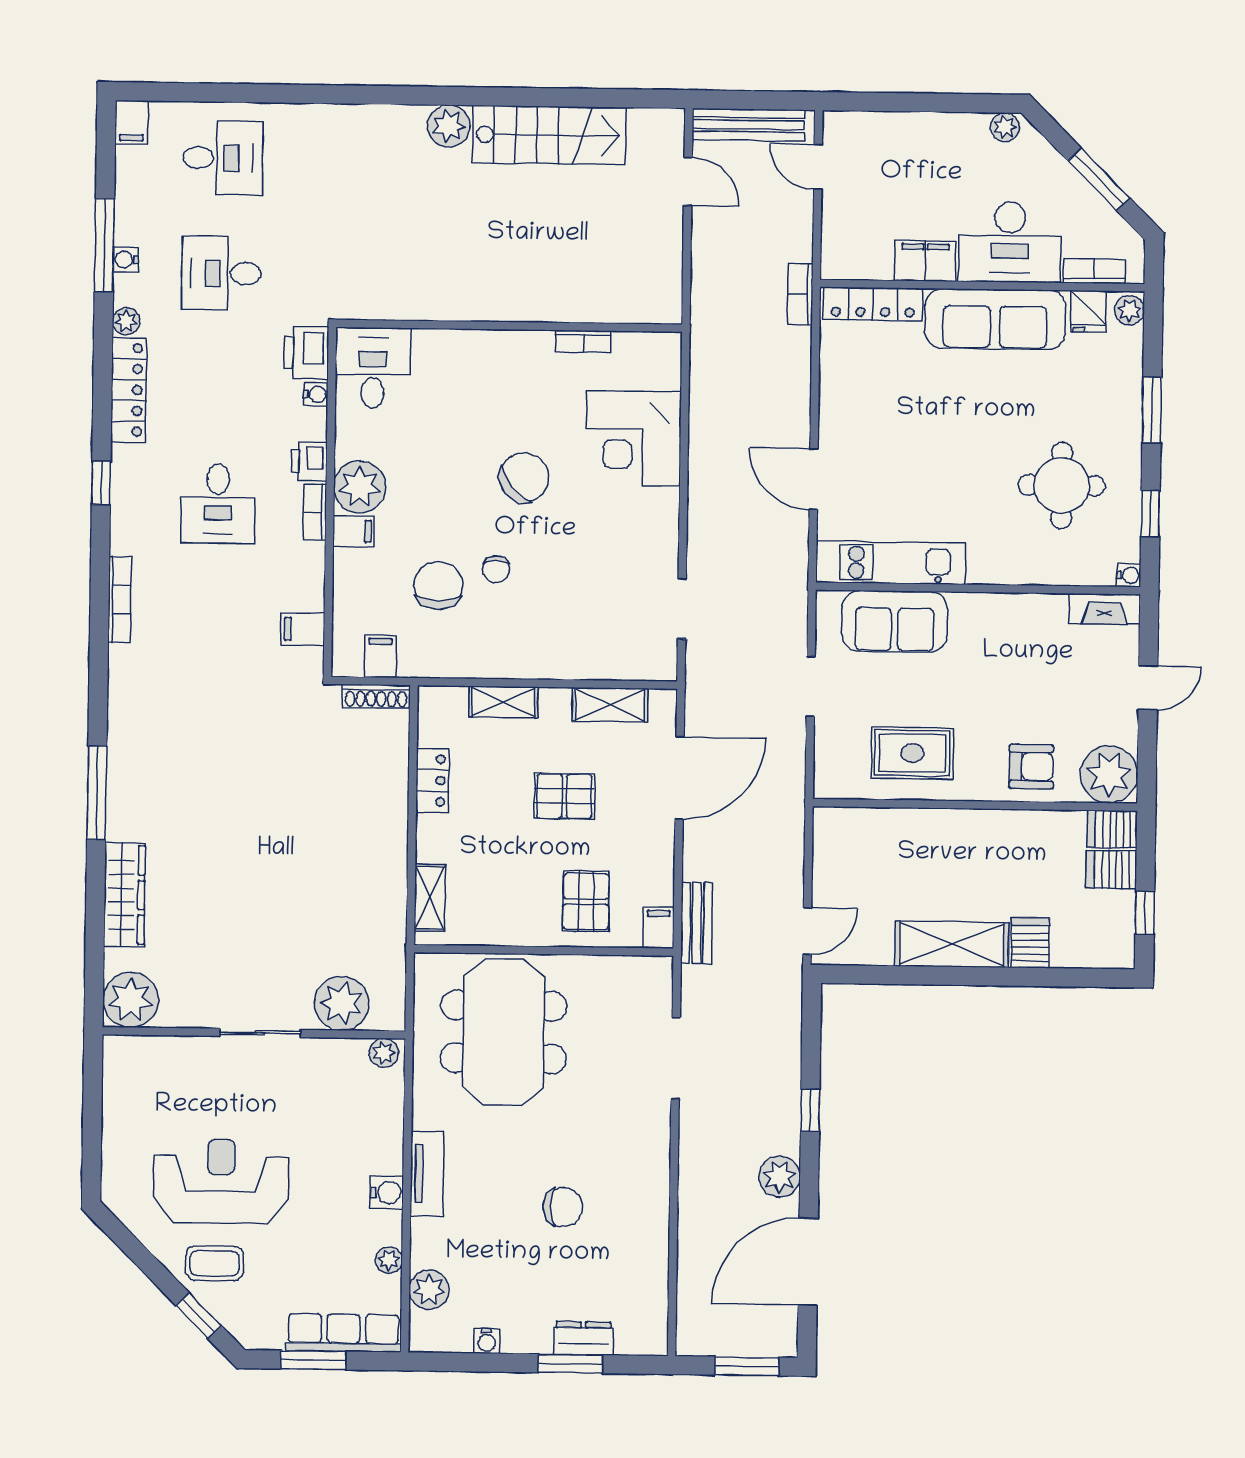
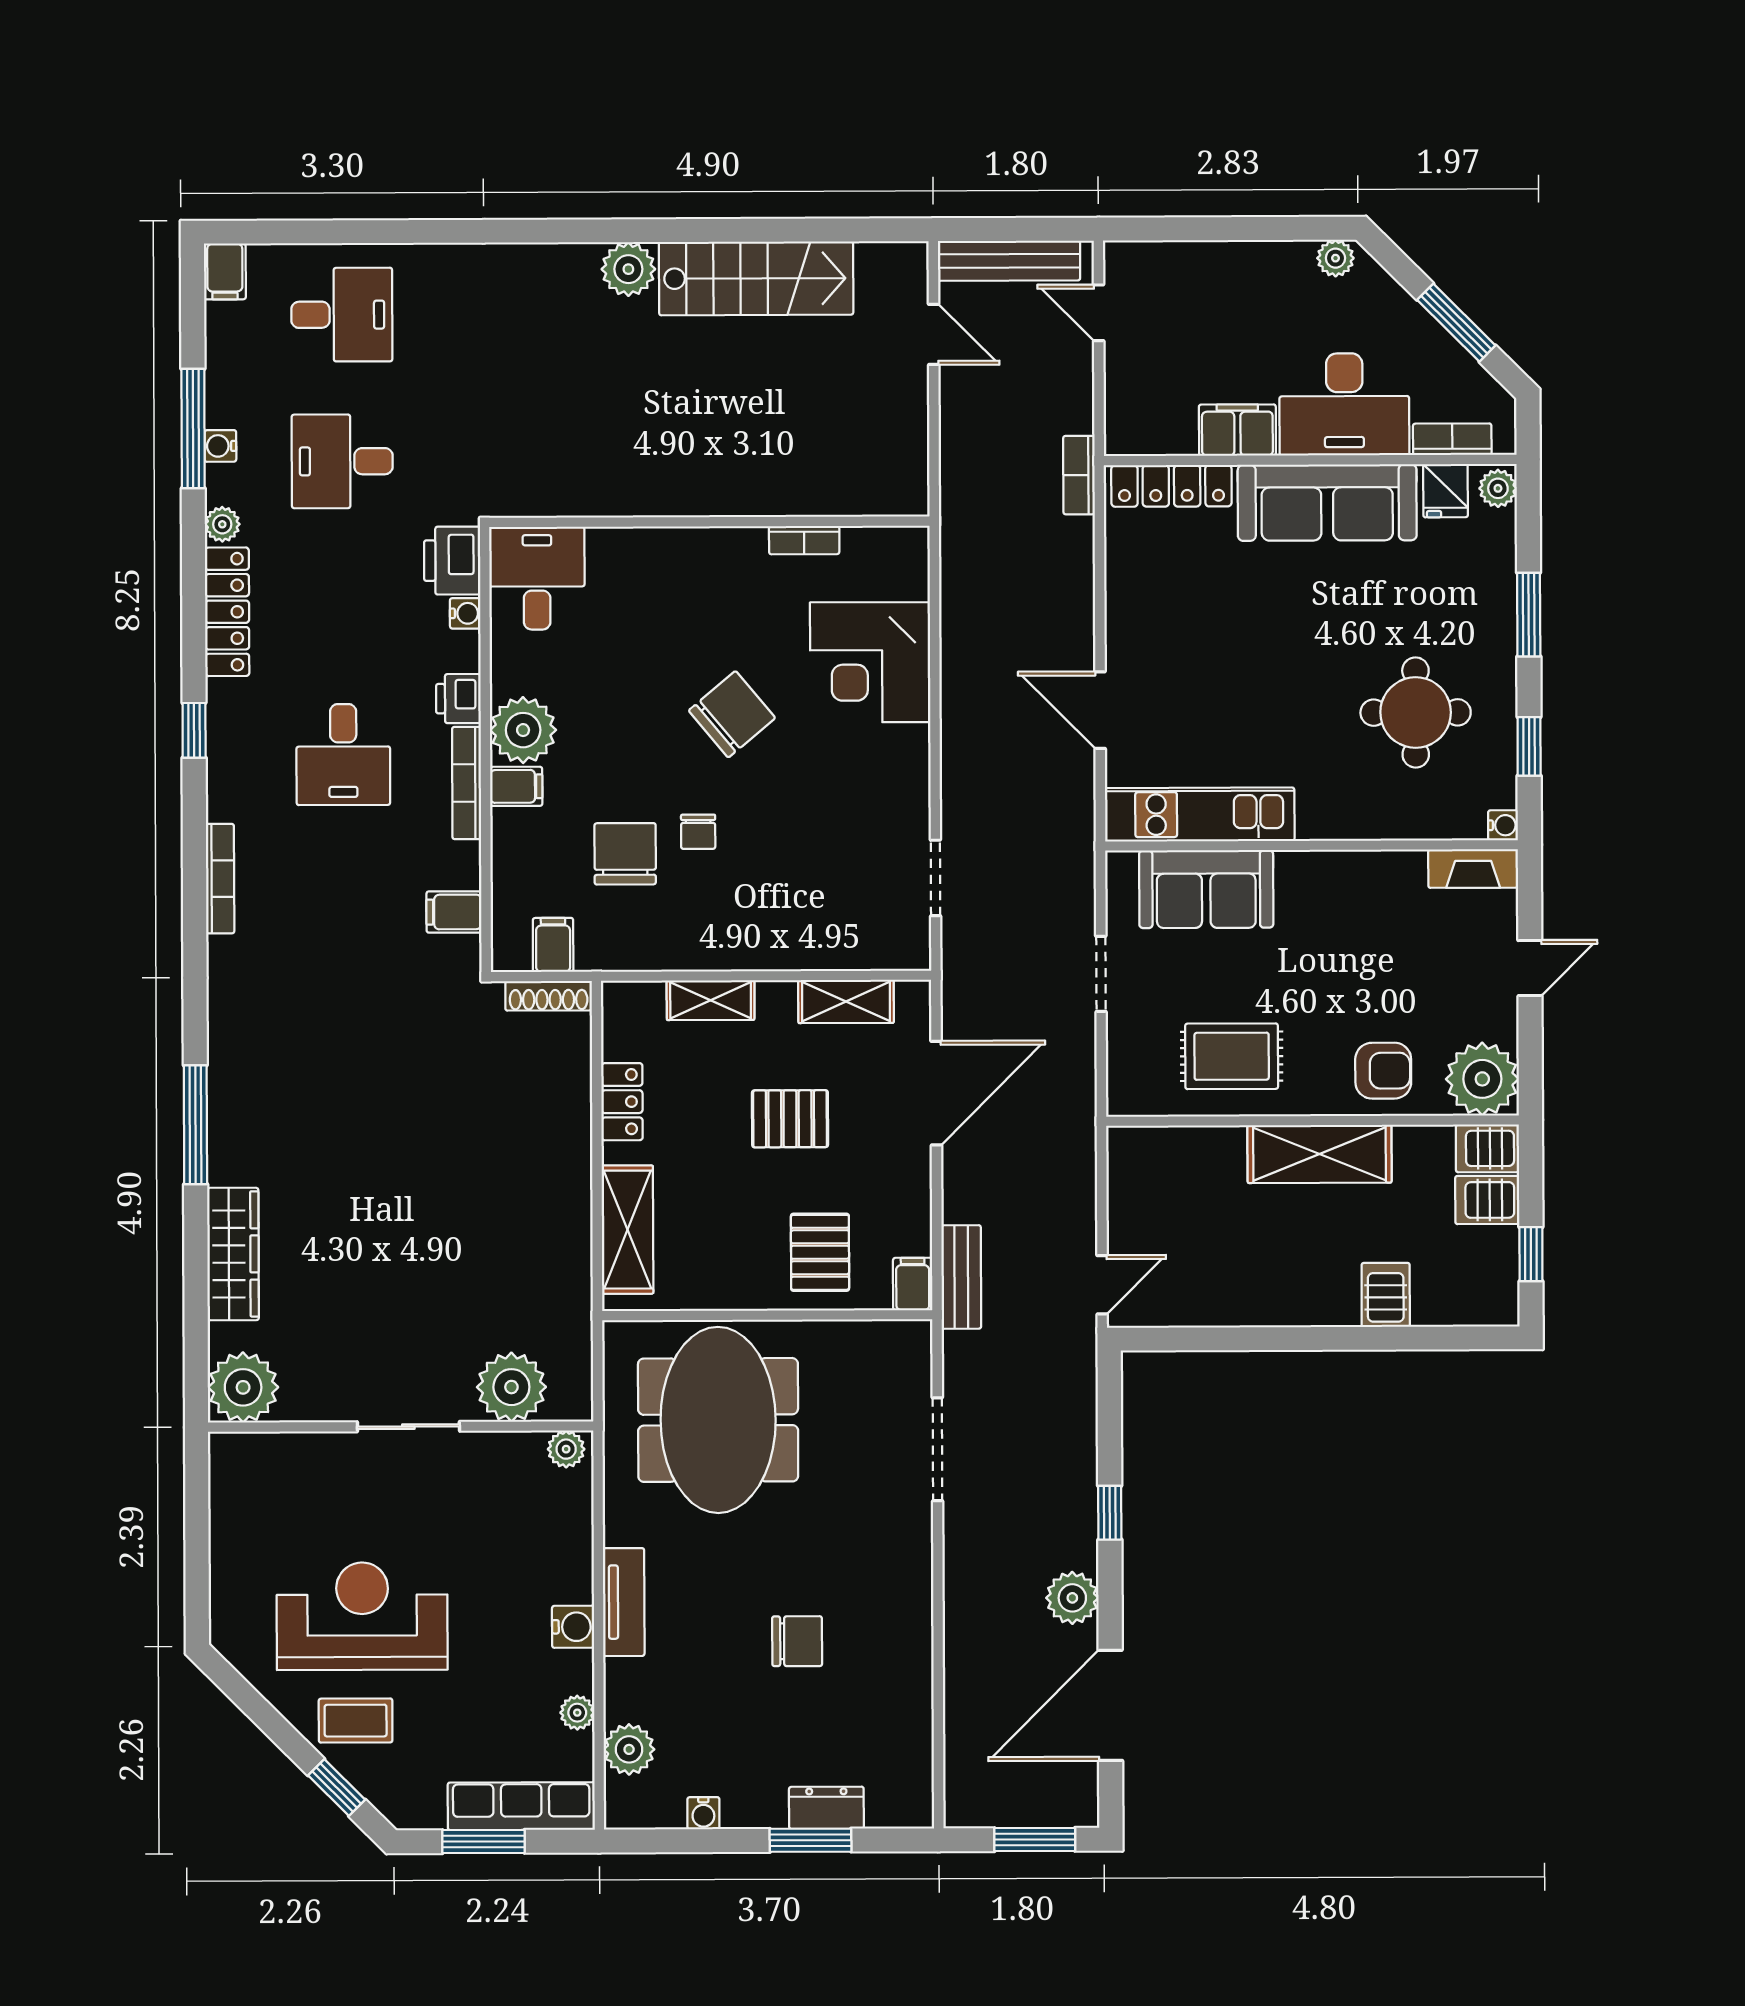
bookcase: (315, 512) -> (467, 783), width x1.56
shelving: (430, 898) -> (627, 1230), width x1.50, depth x1.33
shelving: (952, 944) -> (1320, 1154), moved

